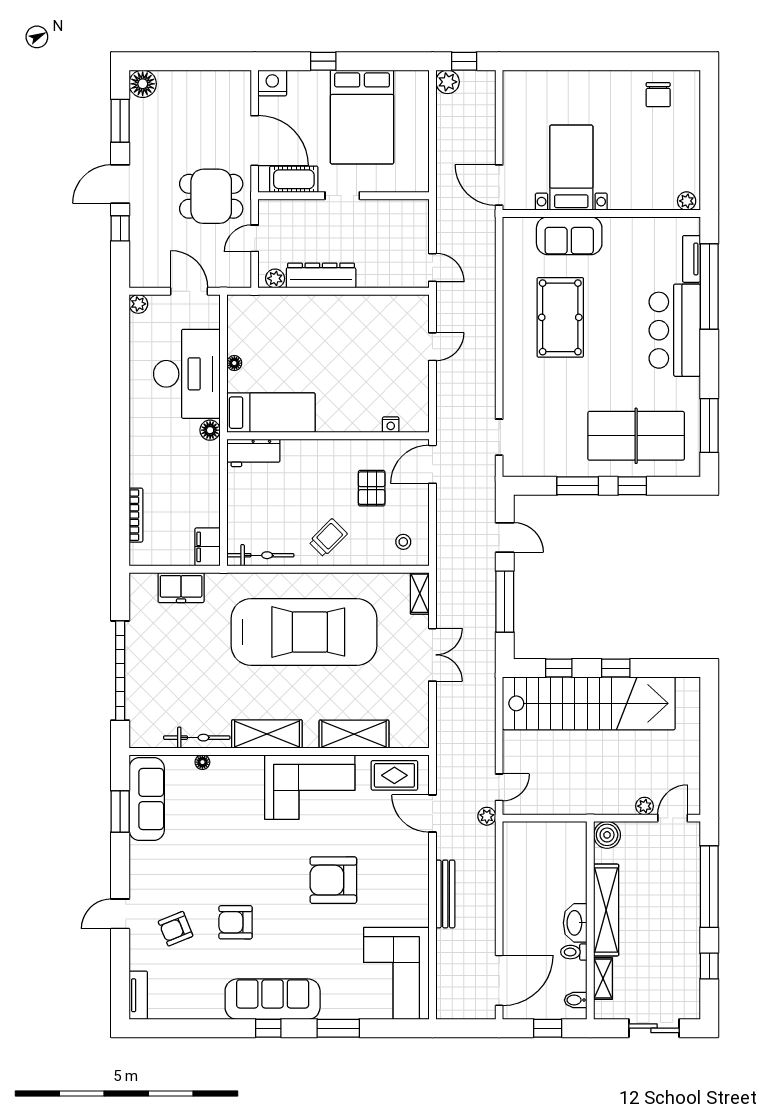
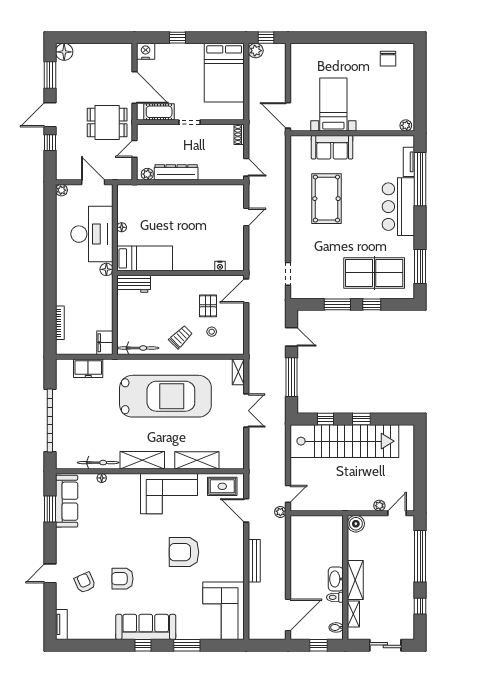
bed: (362, 117) -> (224, 73), moved
shoe rack: (421, 215) -> (239, 134), added
stool: (403, 542) -> (212, 332), moved
shelving: (606, 910) -> (355, 580), width x0.68
armchair: (176, 929) -> (85, 583), turned 88

